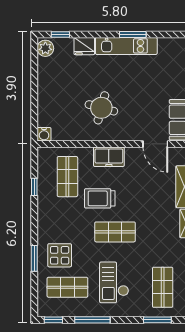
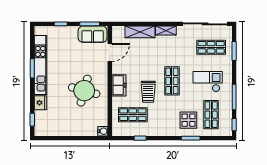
kitchen unit: (126, 46) -> (40, 65), width x1.36
plant: (45, 48) -> (42, 130), removed
round table: (101, 108) -> (84, 91), width x1.36, depth x1.36
checkout: (114, 282) -> (208, 82), turned 180

